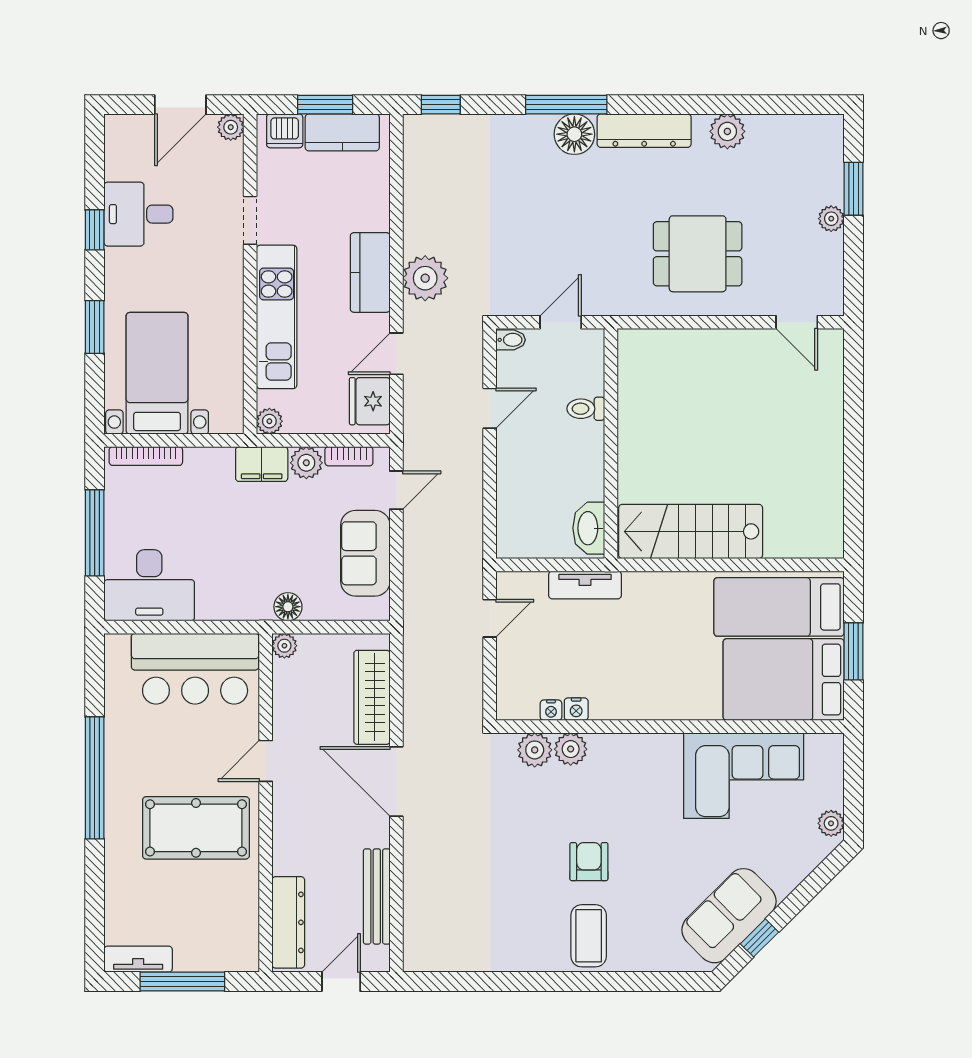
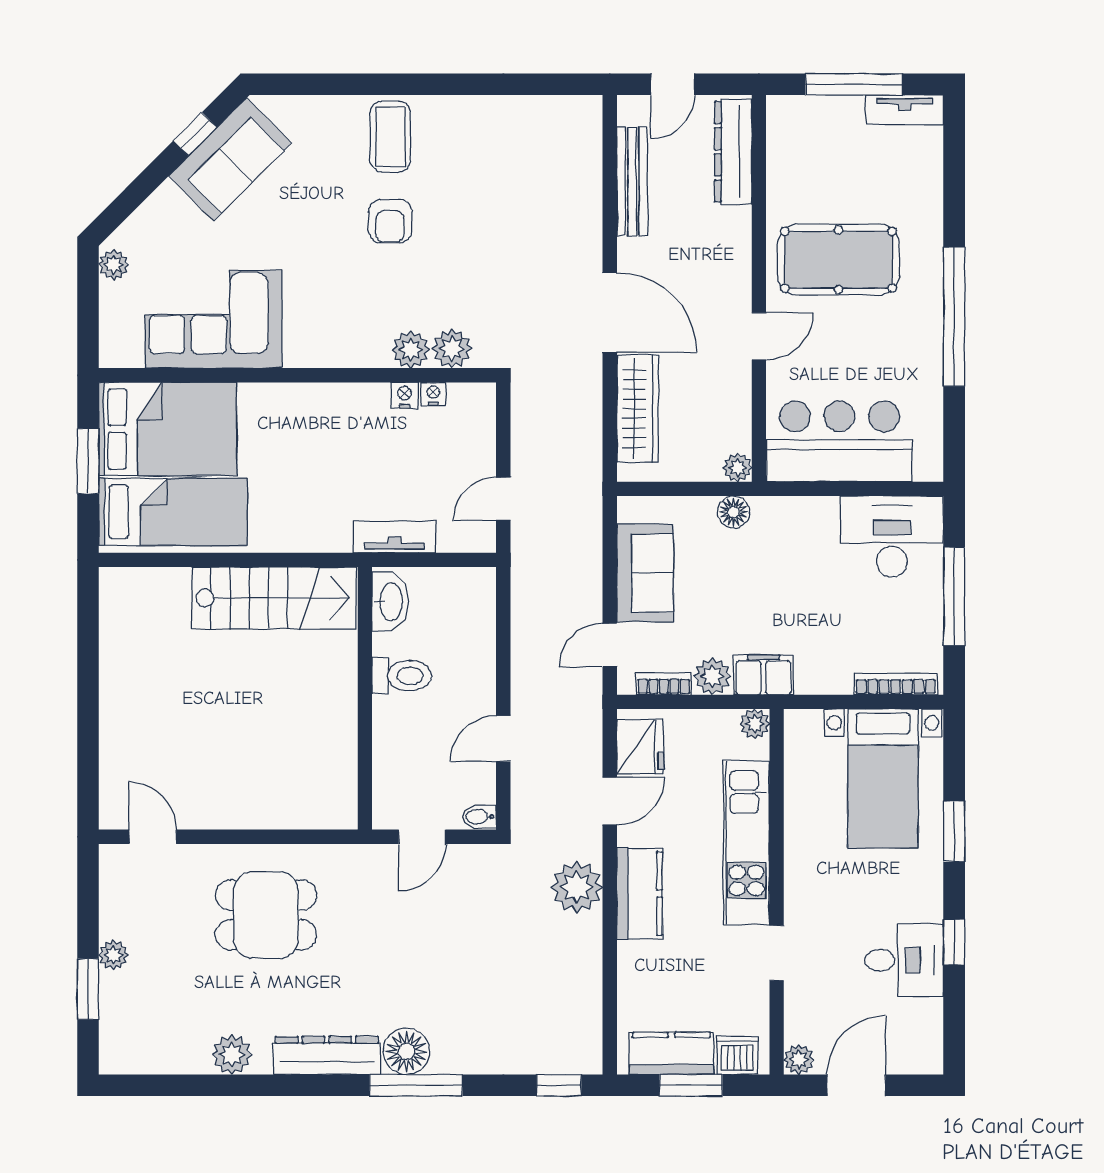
toilet: (586, 409) -> (402, 676), moved, width x1.37, depth x1.39

